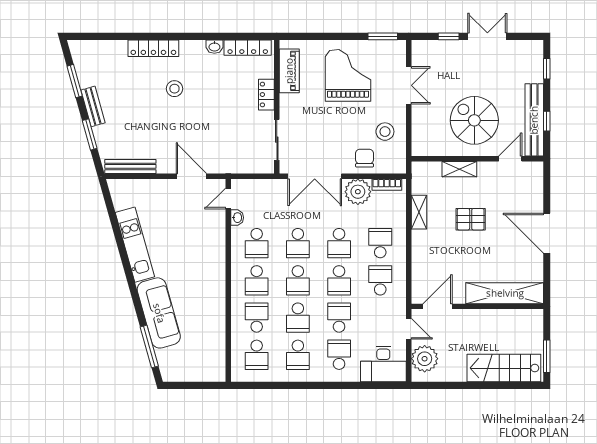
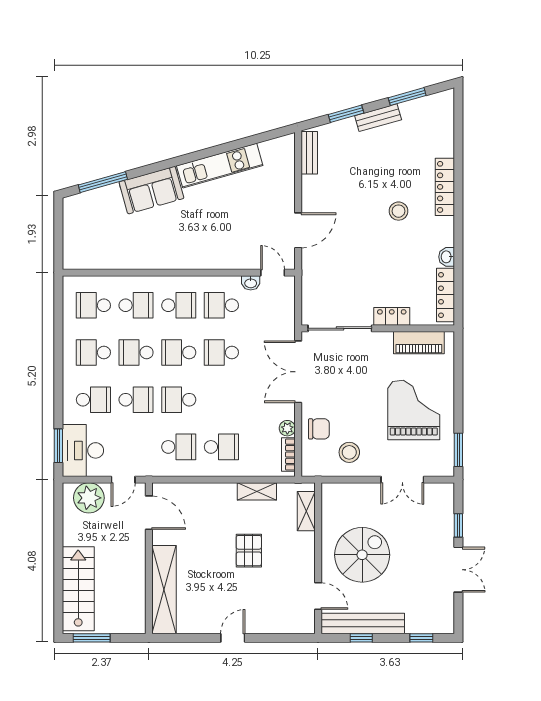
grand piano: (348, 75) -> (414, 410), turned -90
sliding door: (277, 140) -> (340, 328), width x1.37
bench: (130, 166) -> (309, 153), width x0.73
shelving: (459, 169) -> (306, 511), moved
plant: (358, 192) -> (287, 428), width x0.53, depth x0.53
door: (547, 233) -> (233, 638), width x0.53
school desk: (339, 243) -> (221, 400), removed
school desk: (257, 280) -> (179, 305), turned 180
sofa: (159, 313) -> (151, 190), width x0.73
window: (379, 385) -> (58, 446), added

